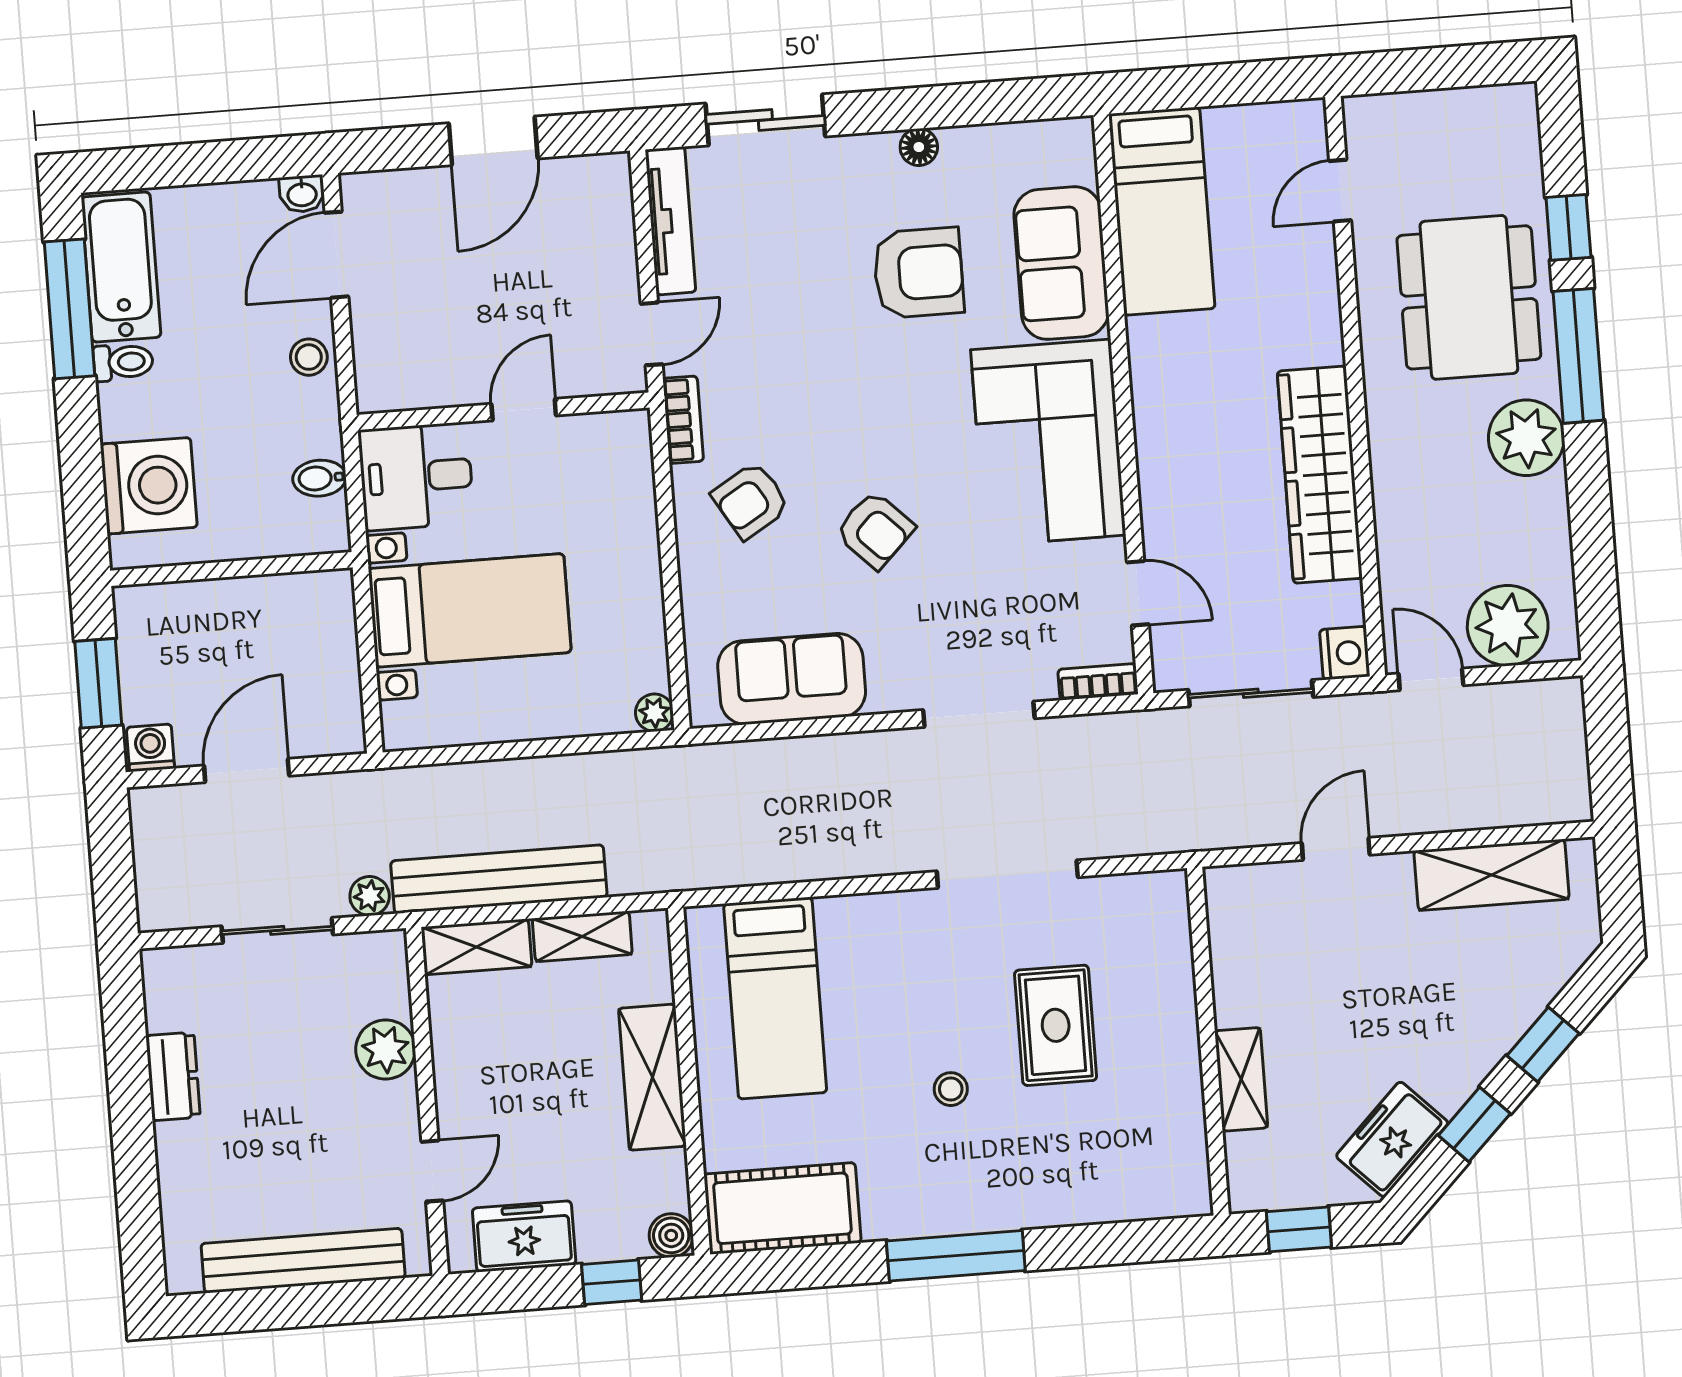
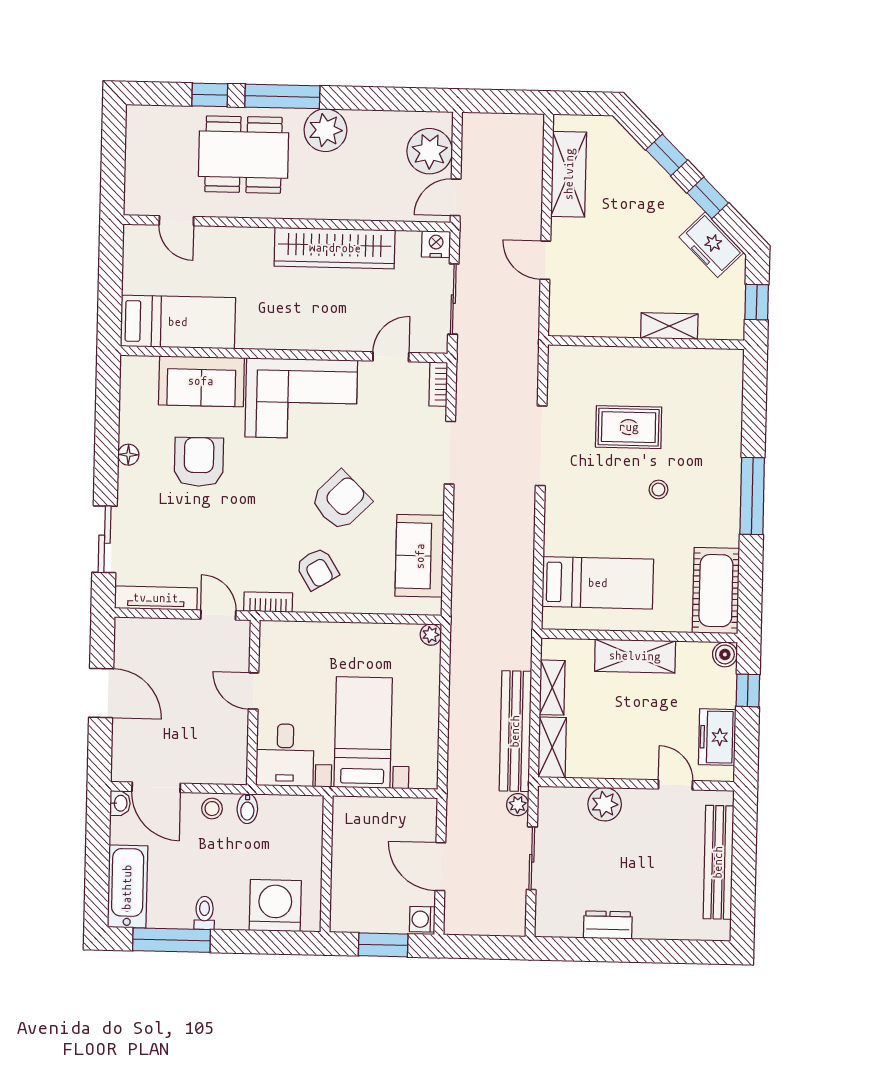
bathtub: (121, 267) -> (127, 887), moved, turned 90
bidet: (319, 478) -> (247, 809), moved
armchair: (875, 530) -> (341, 501), width x1.38, depth x1.38

